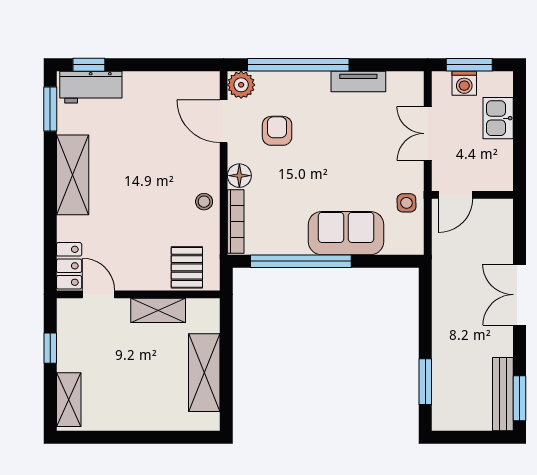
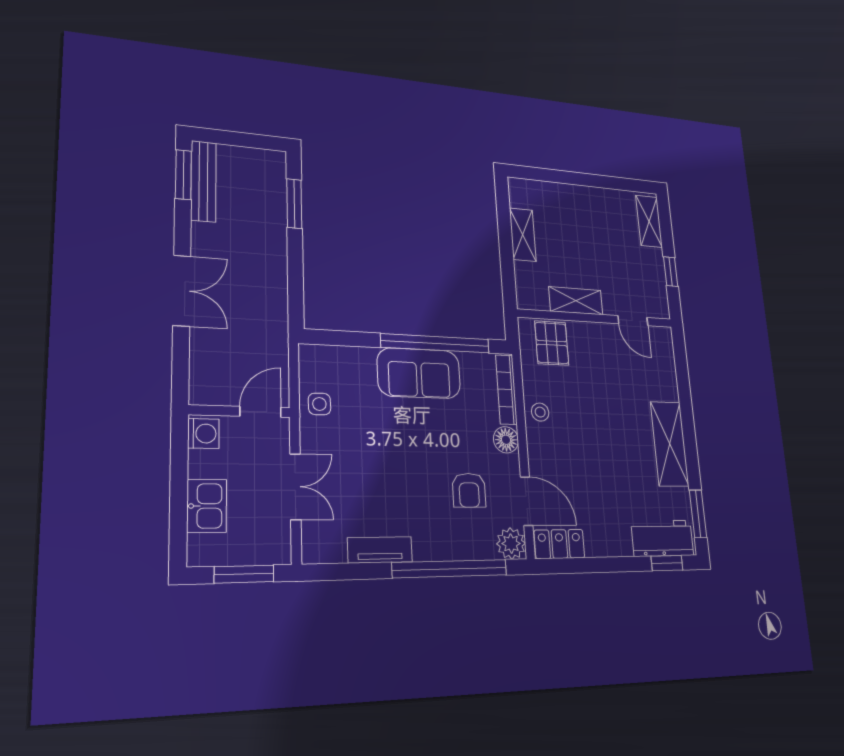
washing machine: (464, 83) -> (203, 433), moved, turned 90
sofa: (346, 233) -> (419, 373), moved
locker: (69, 266) -> (559, 544), moved, turned 90
shelving: (204, 373) -> (523, 235), width x0.67, depth x0.75

